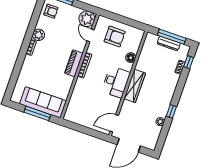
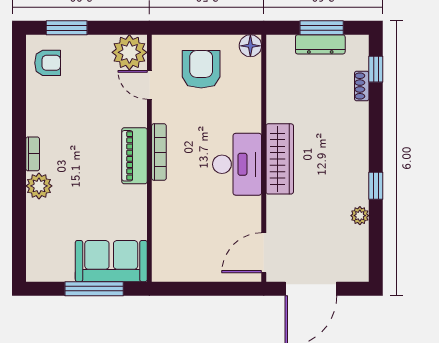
plant: (38, 35) -> (39, 186), moved
armchair: (115, 36) -> (201, 69), turned -90
window: (172, 37) -> (322, 28), width x0.69
floor lamp: (131, 58) -> (250, 46), moved
sofa: (43, 102) -> (111, 261), width x0.73

